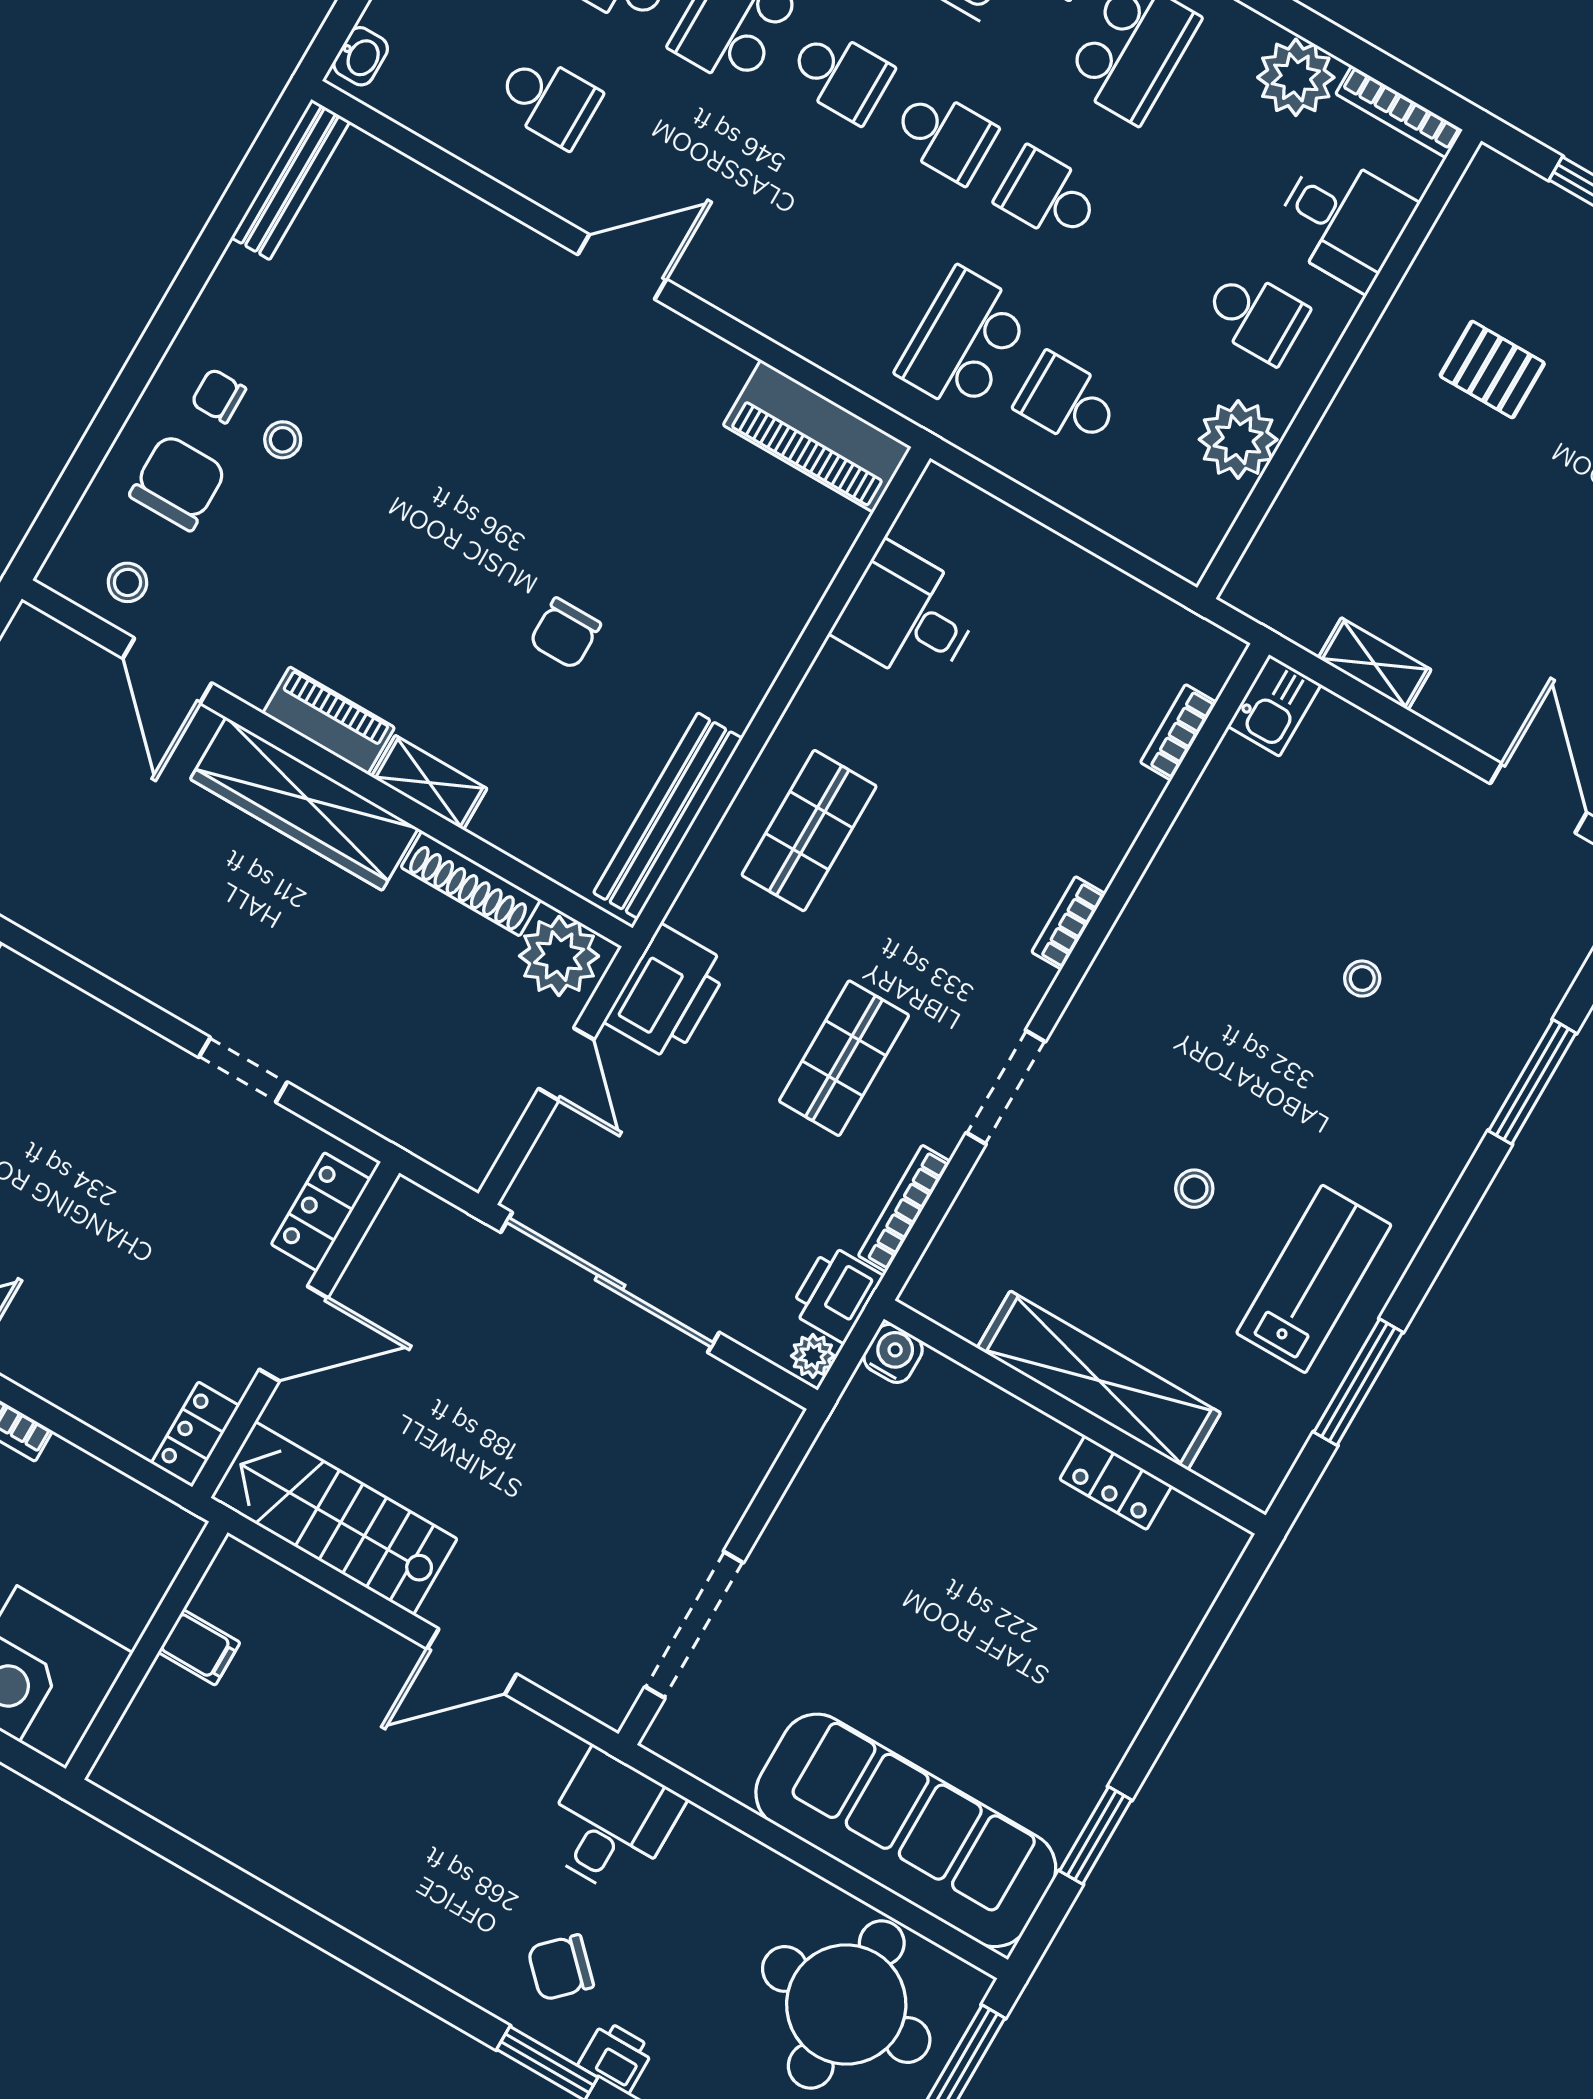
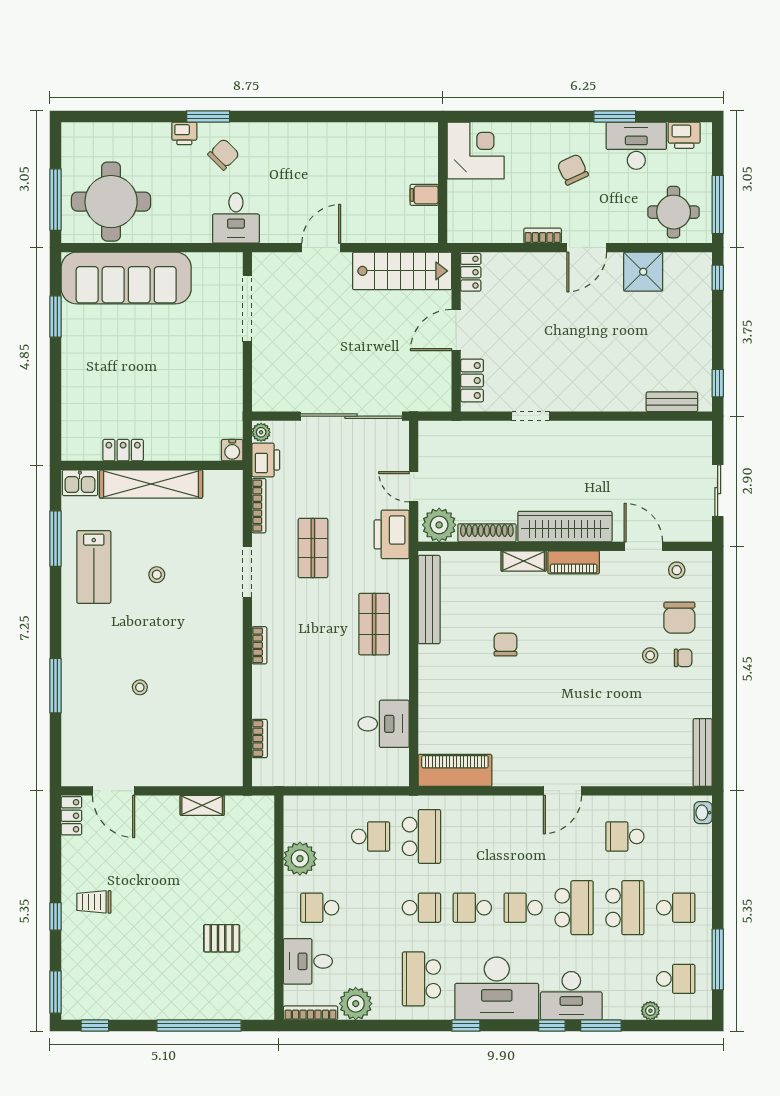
kitchen sink: (1274, 705) -> (80, 483), moved, turned -90

